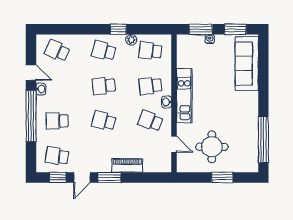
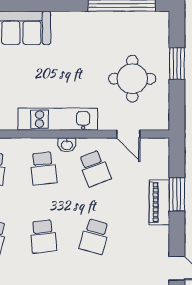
school desk: (150, 121) -> (94, 168), turned -42
door: (174, 144) -> (128, 134), swing flipped
window: (109, 177) -> (177, 194), moved

